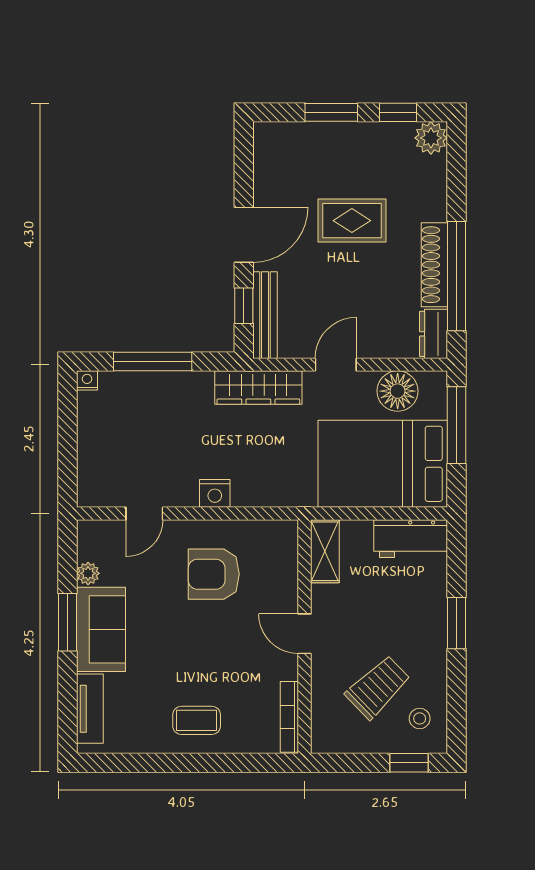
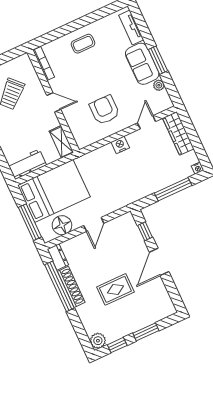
bench: (265, 315) -> (134, 232), removed
wardrobe: (258, 387) -> (178, 133), moved, turned -90
armchair: (214, 574) -> (105, 110), turned -90

